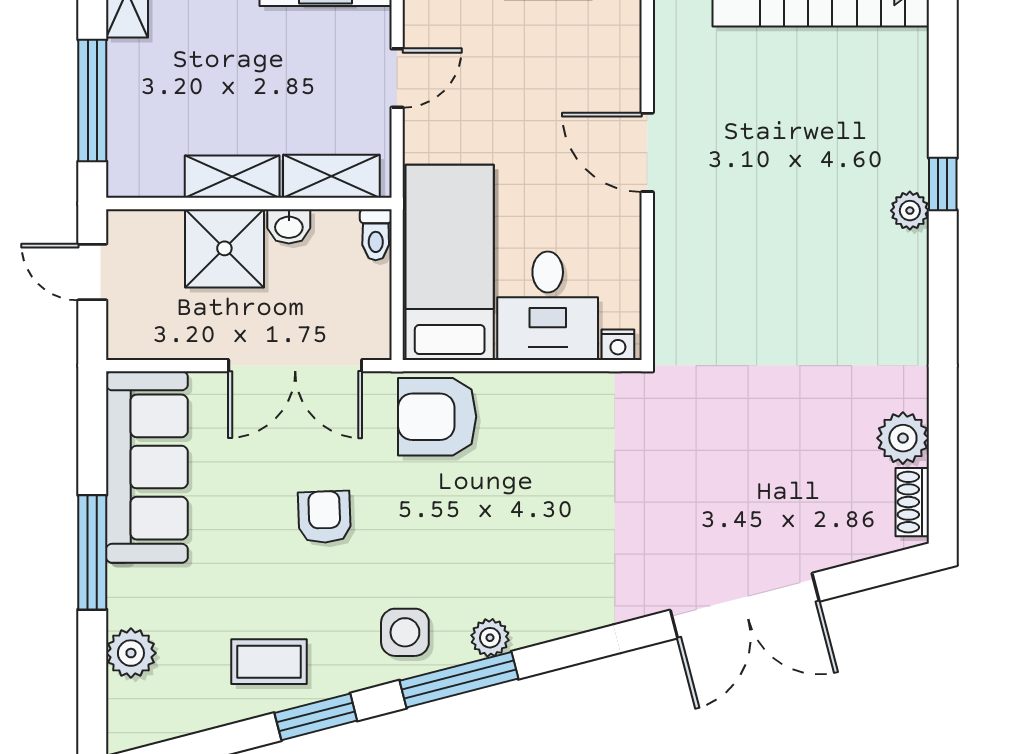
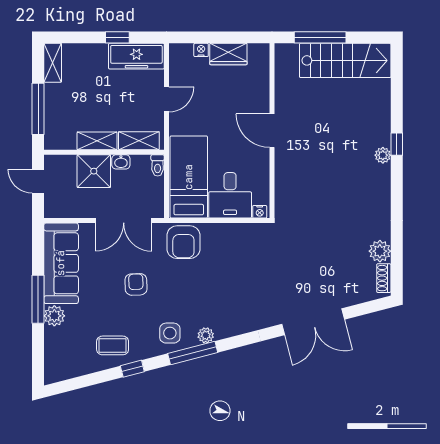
armchair: (437, 417) -> (183, 242), turned -90
plant: (131, 653) -> (54, 316), moved
window: (316, 717) -> (132, 369), width x0.67

